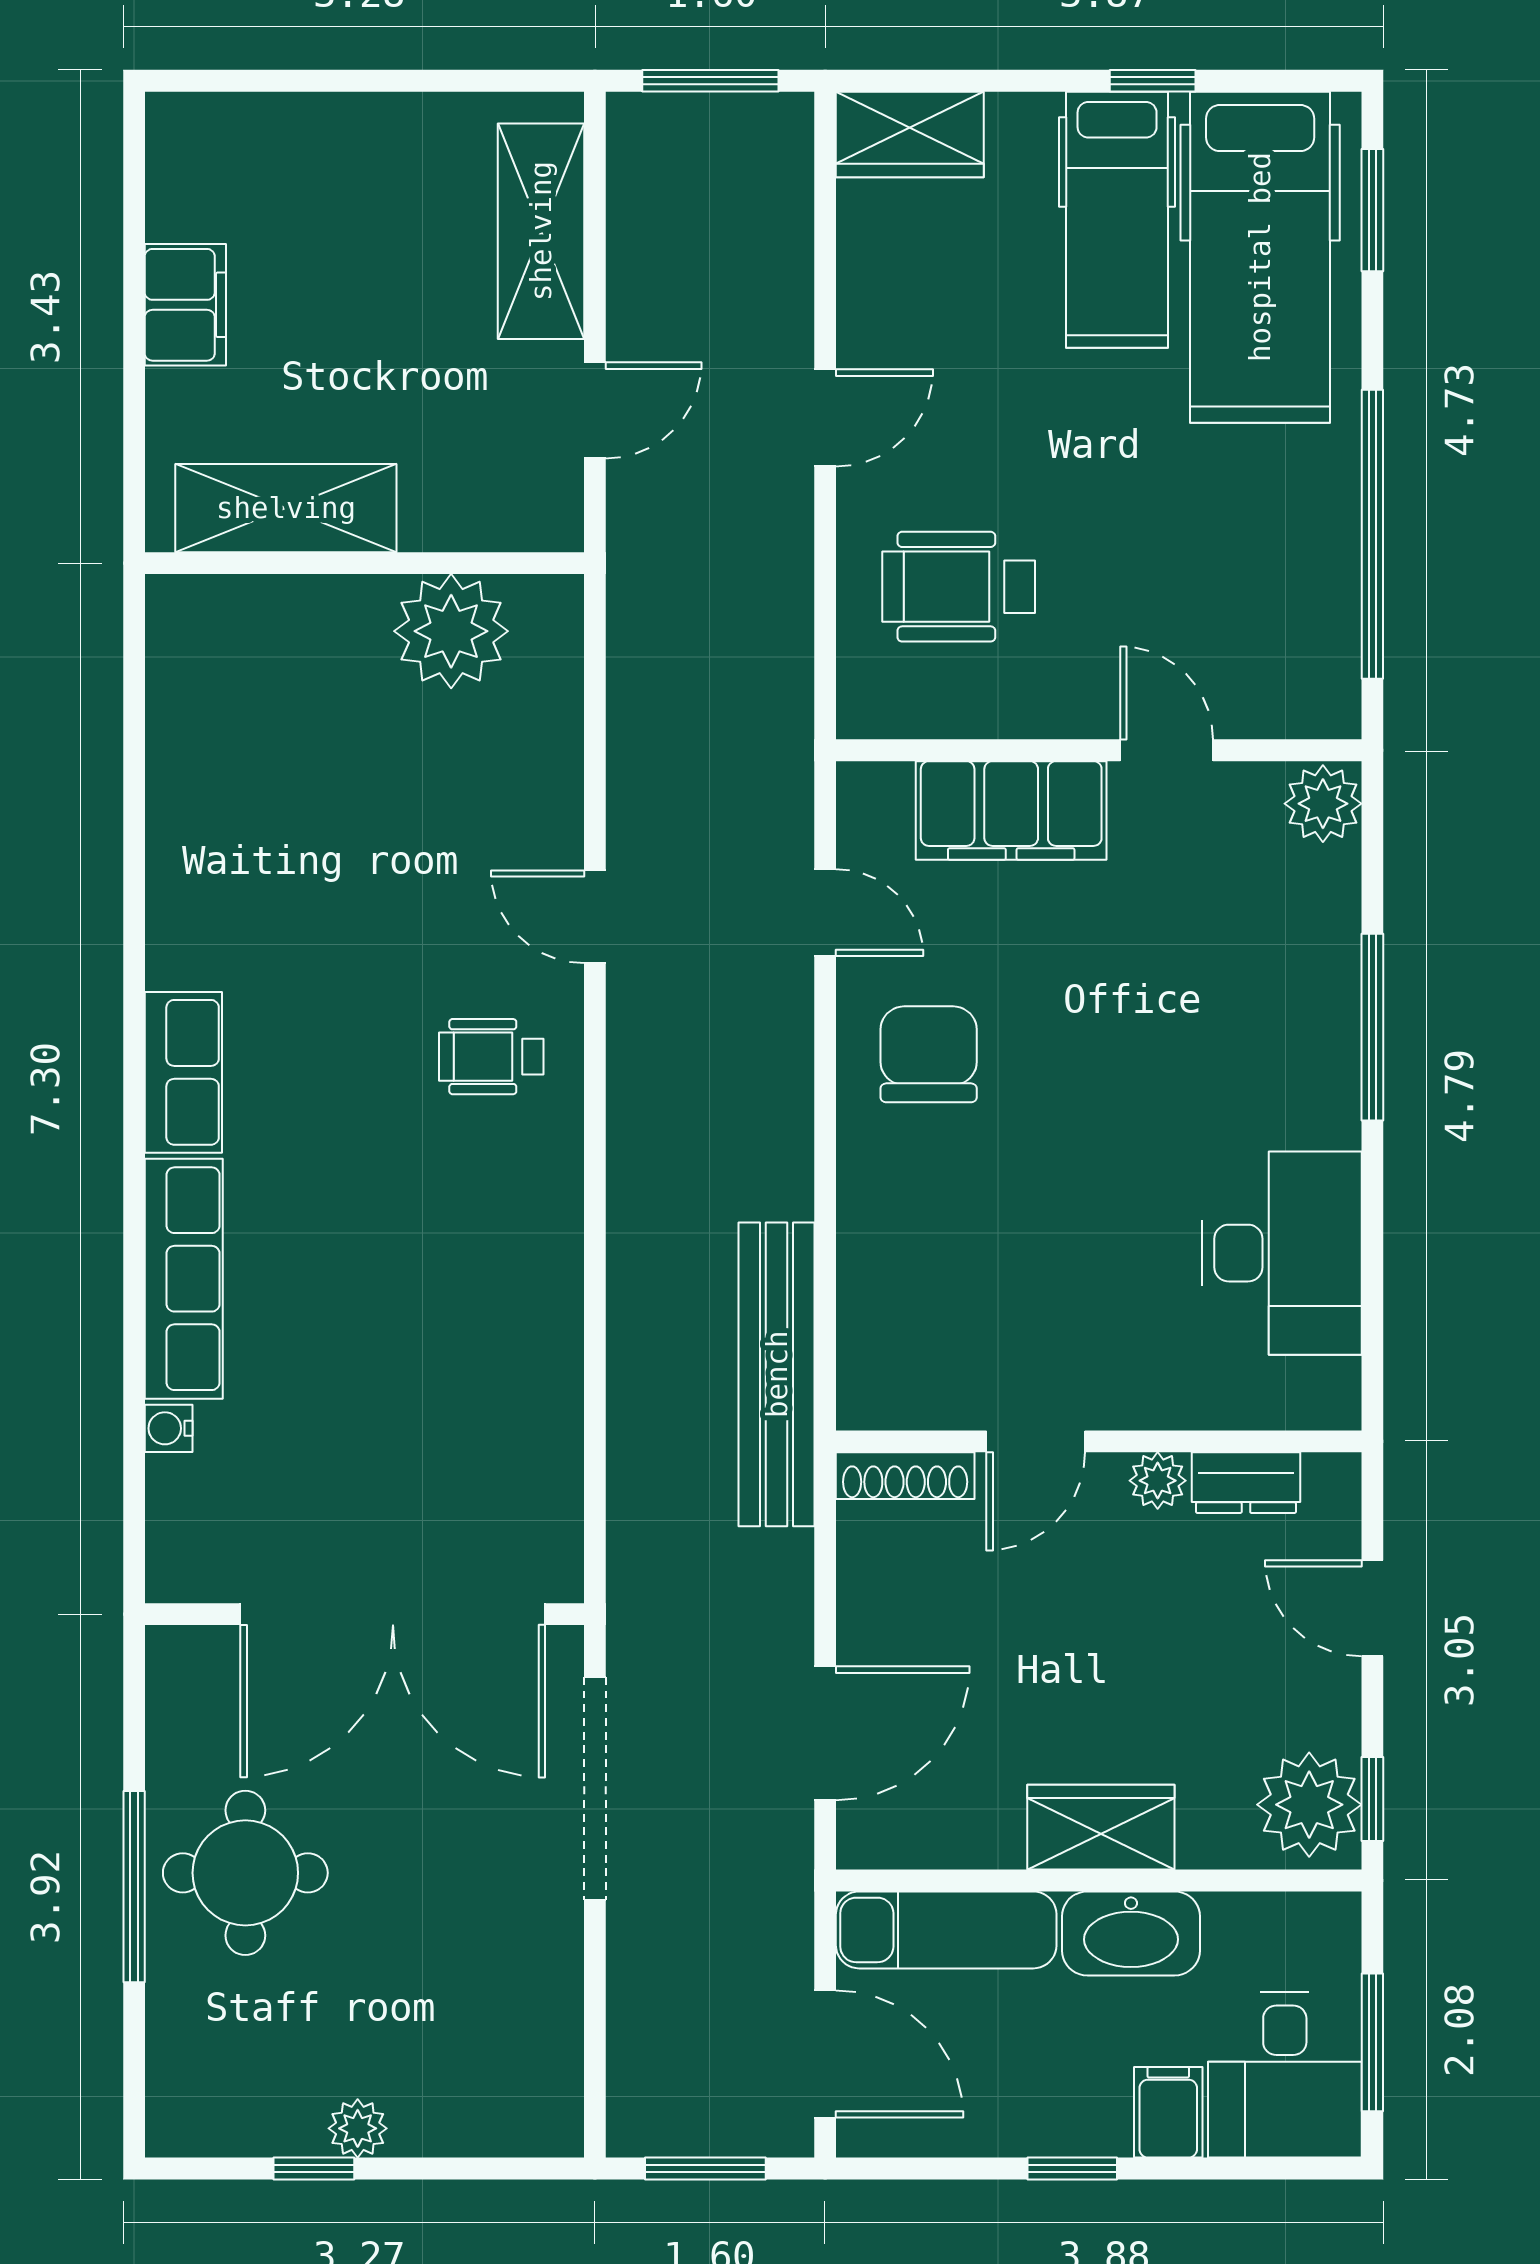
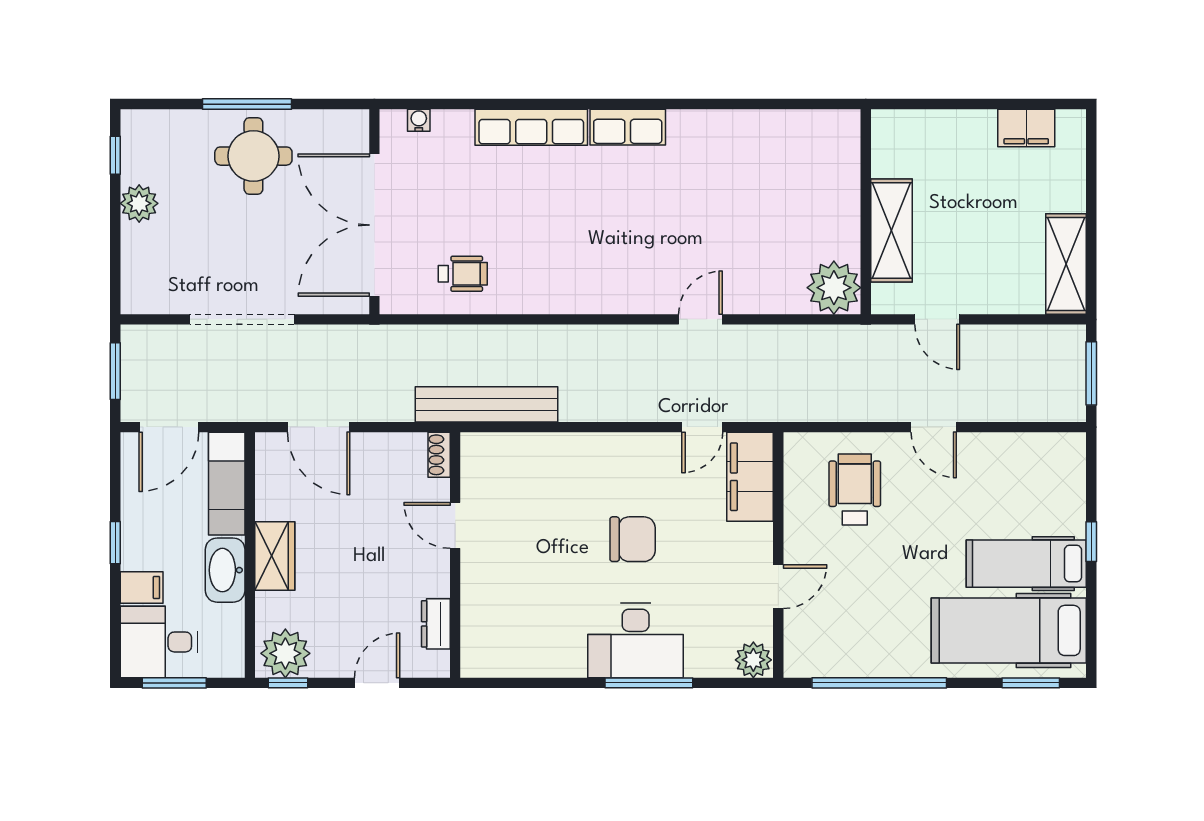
window: (1153, 81) -> (1091, 542), moved
wardrobe: (910, 134) -> (1066, 467), removed
shelving: (541, 231) -> (1066, 264), moved, turned 90
filing cabinet: (185, 305) -> (1026, 128), moved
shelving: (286, 508) -> (891, 231), moved
plant: (451, 631) -> (834, 288), moved
filing cabinet: (1011, 811) -> (750, 477), moved
chair: (929, 1054) -> (633, 539), moved
wheelchair: (491, 1057) -> (463, 274), moved, turned 90
desk: (1282, 1253) -> (636, 640), moved
water cooler: (169, 1428) -> (419, 120), moved
shoe rack: (905, 1476) -> (439, 455), width x0.70
plant: (1158, 1481) -> (437, 583), removed
doorway: (595, 1789) -> (242, 319), moved
plant: (358, 2128) -> (139, 203), width x1.38, depth x1.38
window: (314, 2169) -> (115, 155), moved

